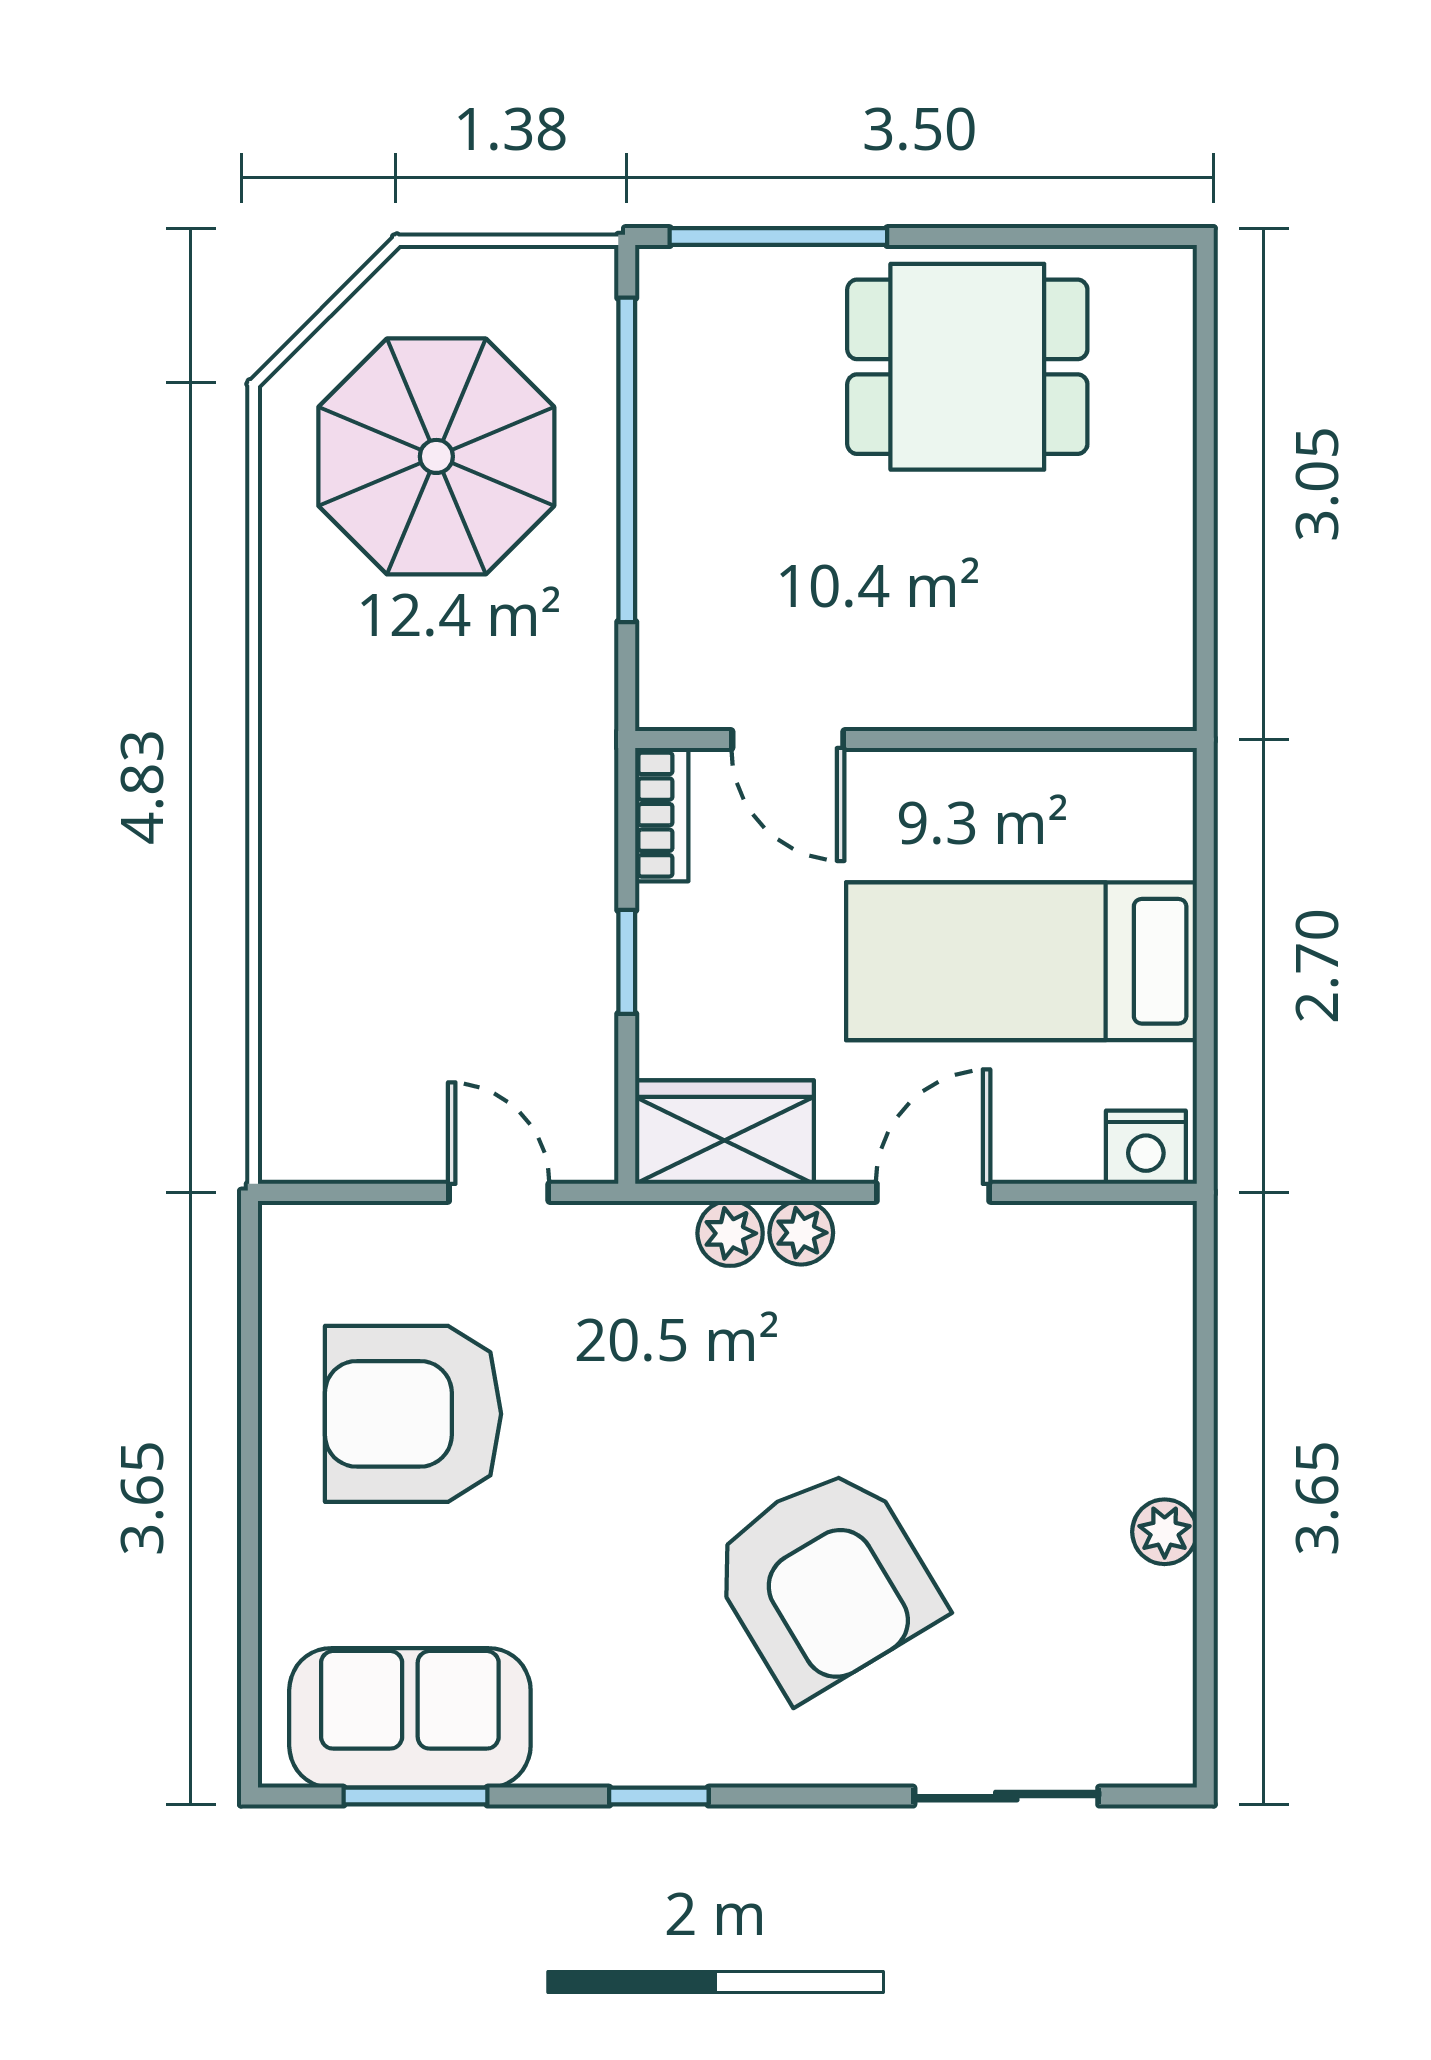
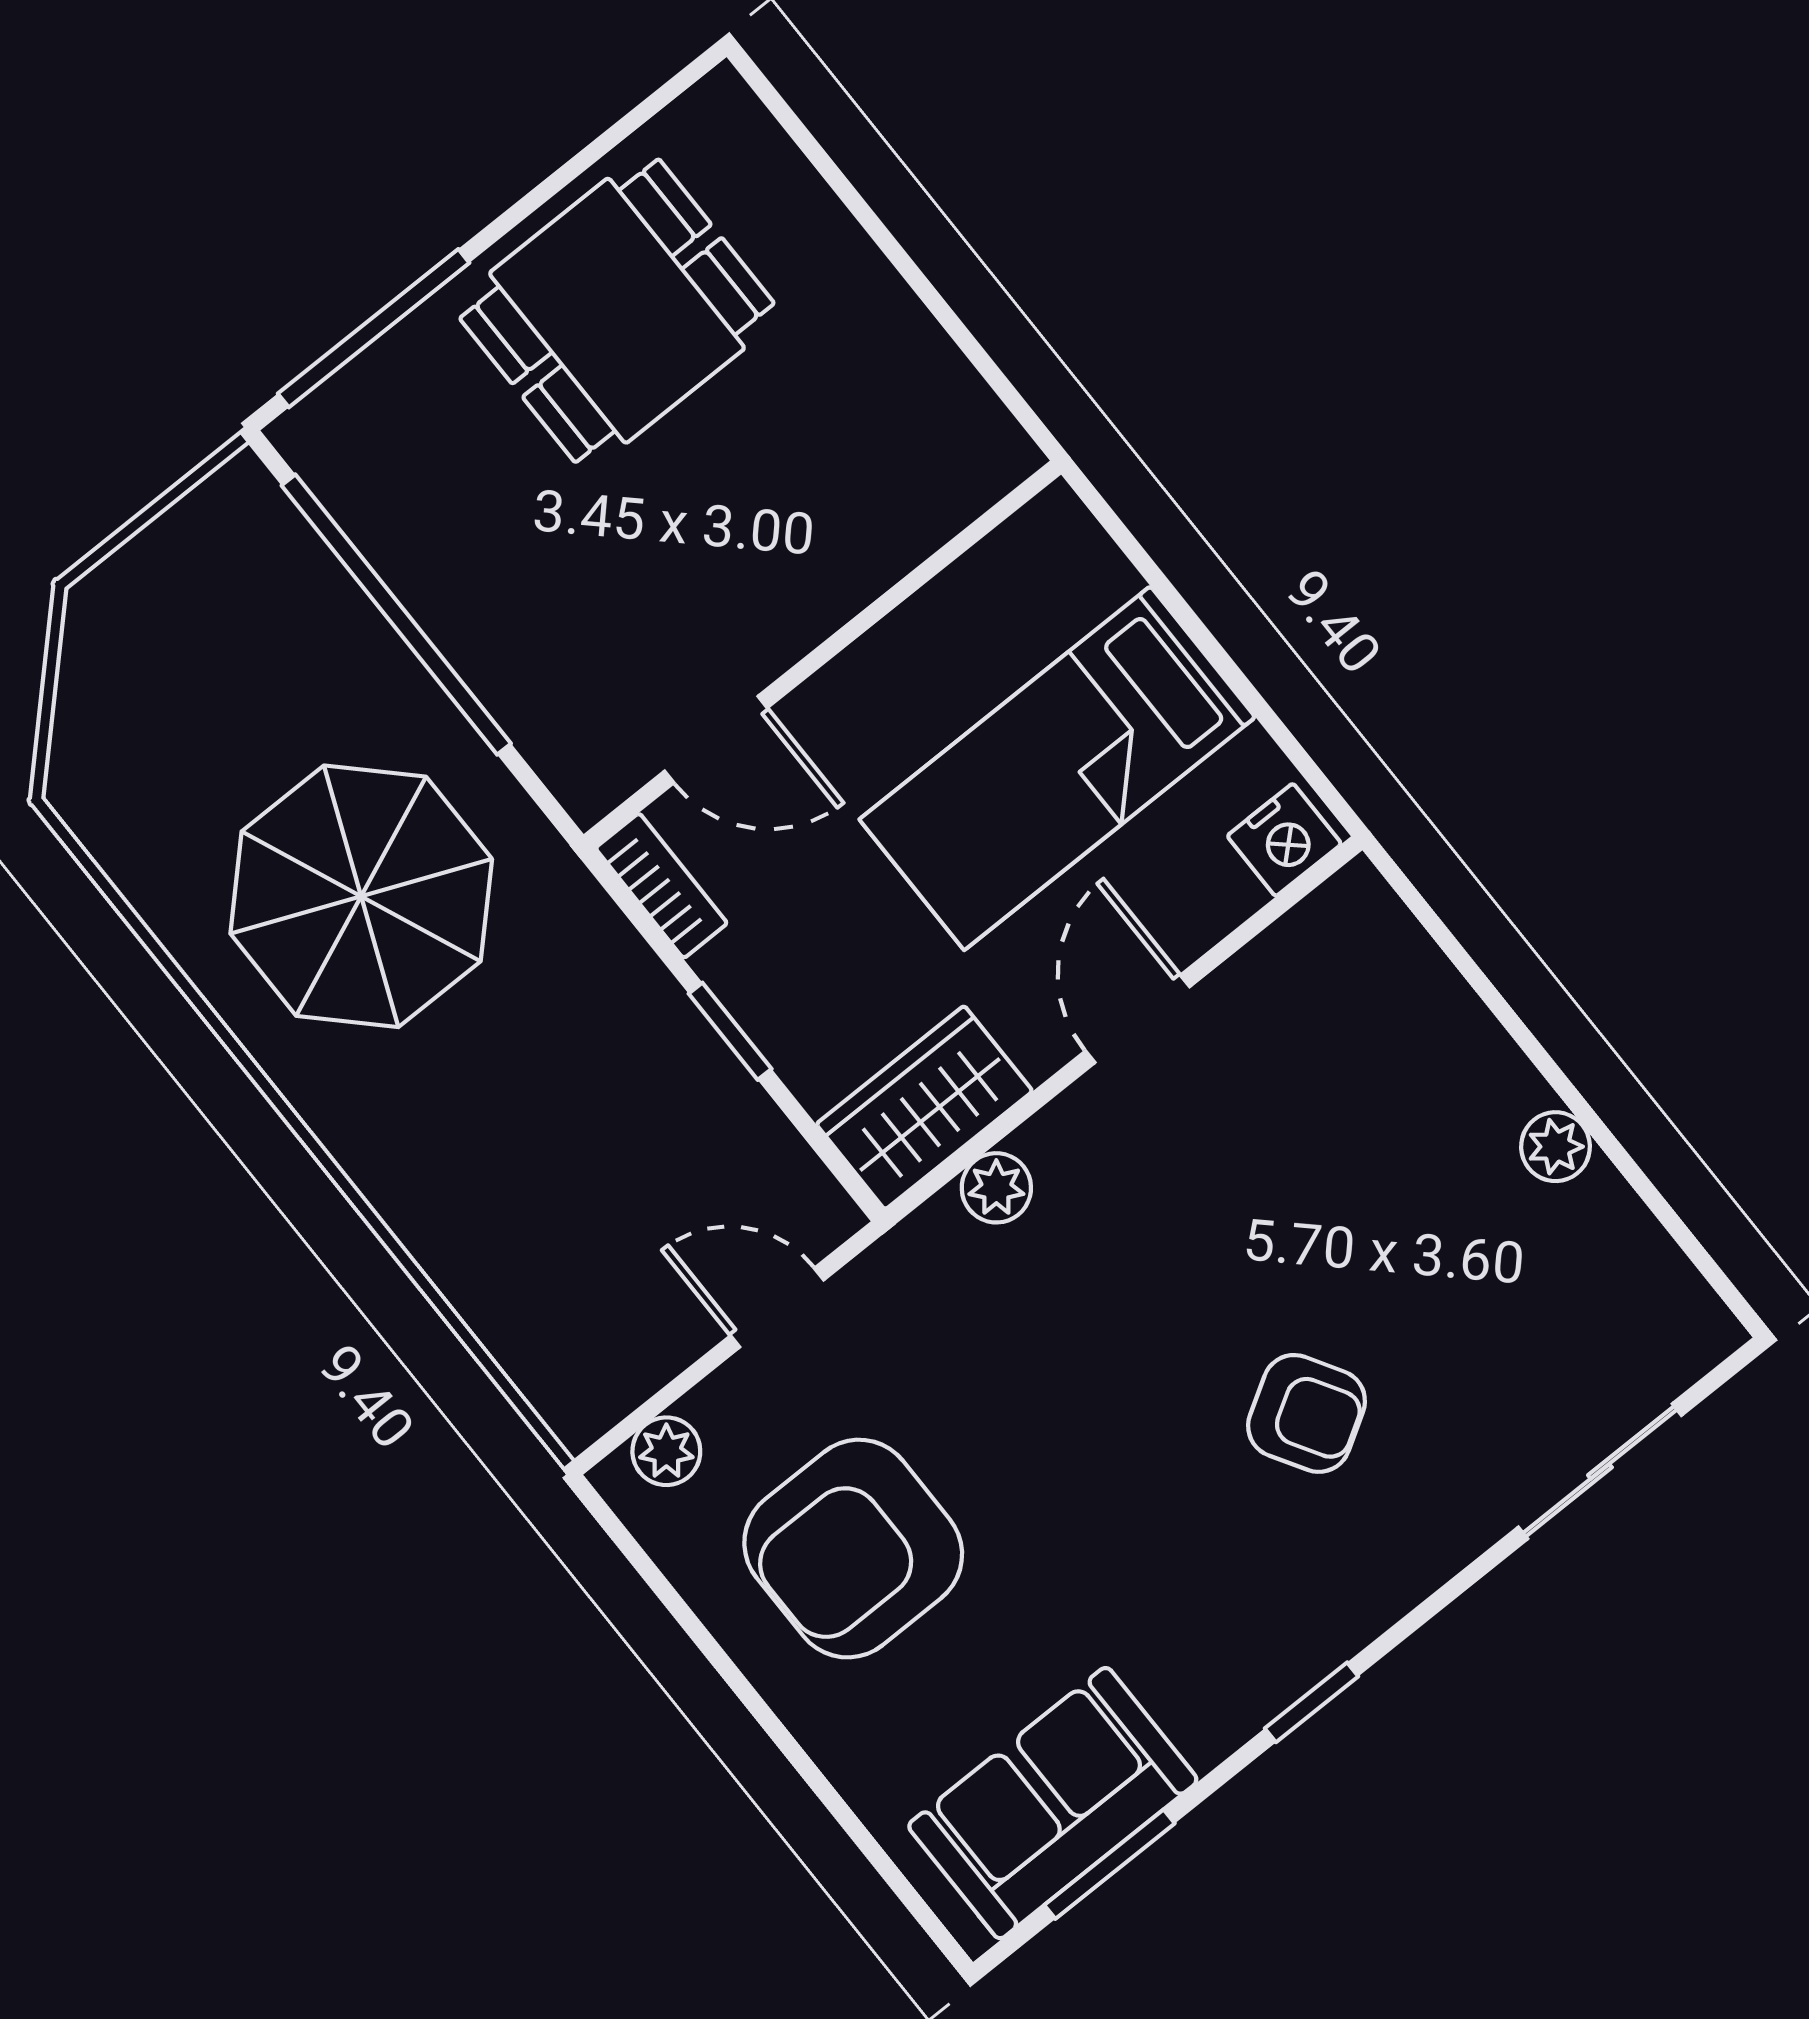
parasol: (436, 456) -> (361, 896), moved
plant: (801, 1233) -> (666, 1451), moved
armchair: (825, 1581) -> (1307, 1413), width x0.53, depth x0.53

